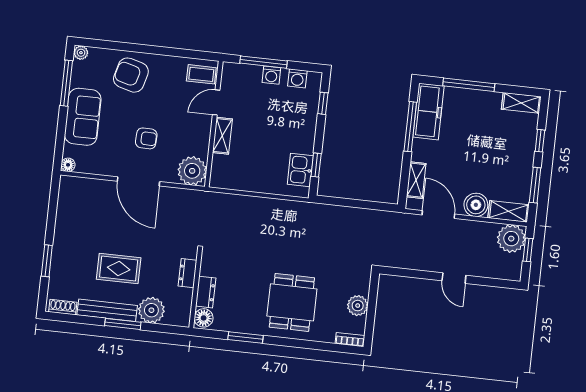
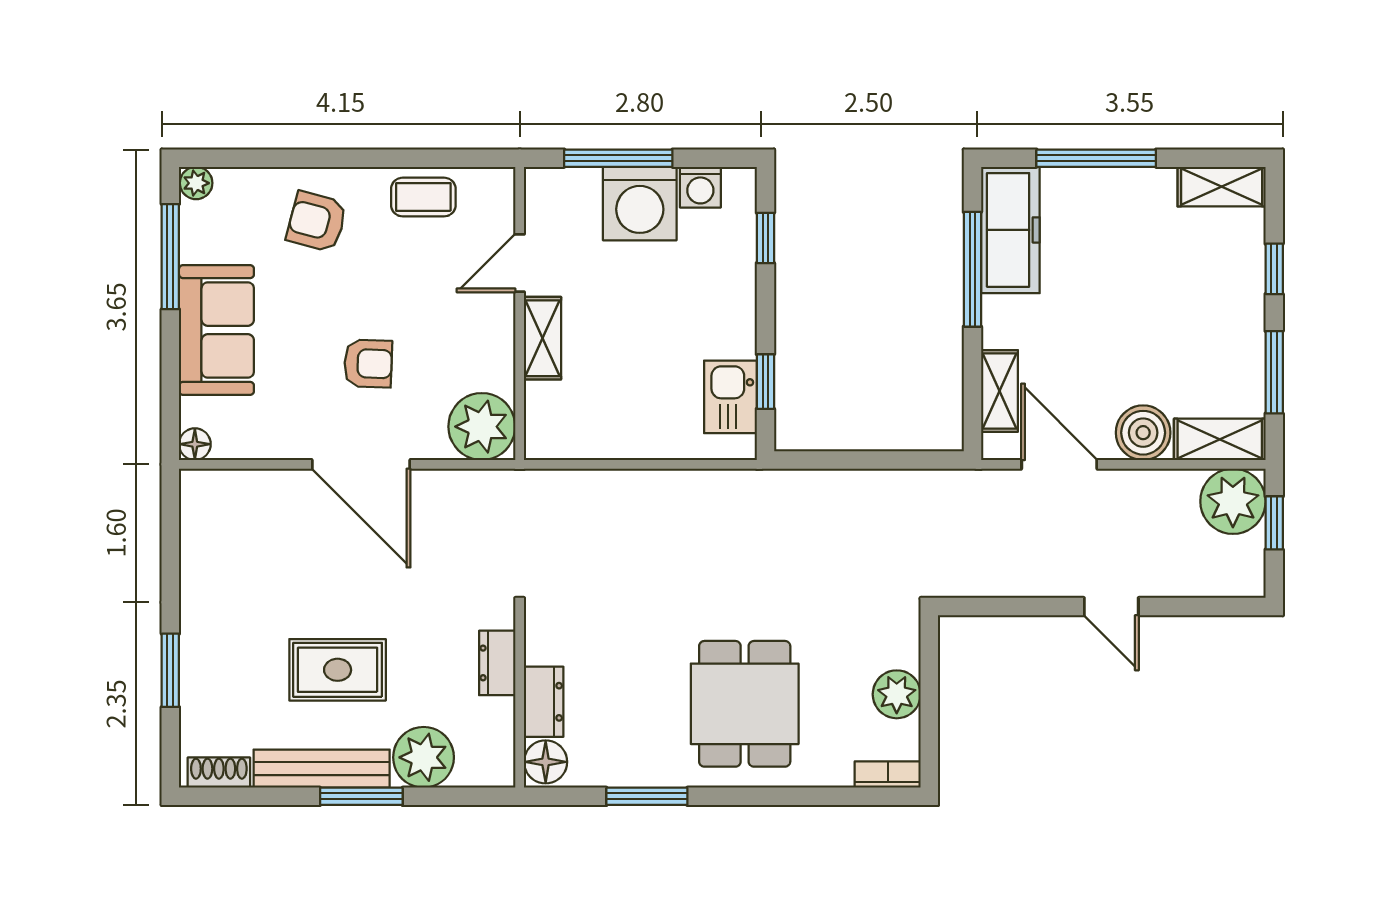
coffee table: (201, 74) -> (423, 197), moved
armchair: (131, 75) -> (317, 222), width x0.72, depth x0.72
washing machine: (271, 75) -> (640, 204), width x1.89, depth x1.89

